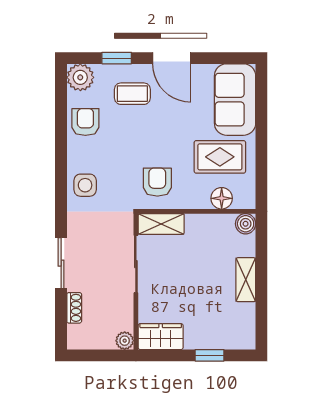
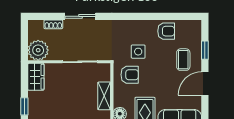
plant: (80, 77) -> (193, 28), removed
side table: (85, 185) -> (138, 52), moved
shelving: (161, 224) -> (104, 96), moved
plant: (125, 341) -> (38, 50), width x1.88, depth x1.88

